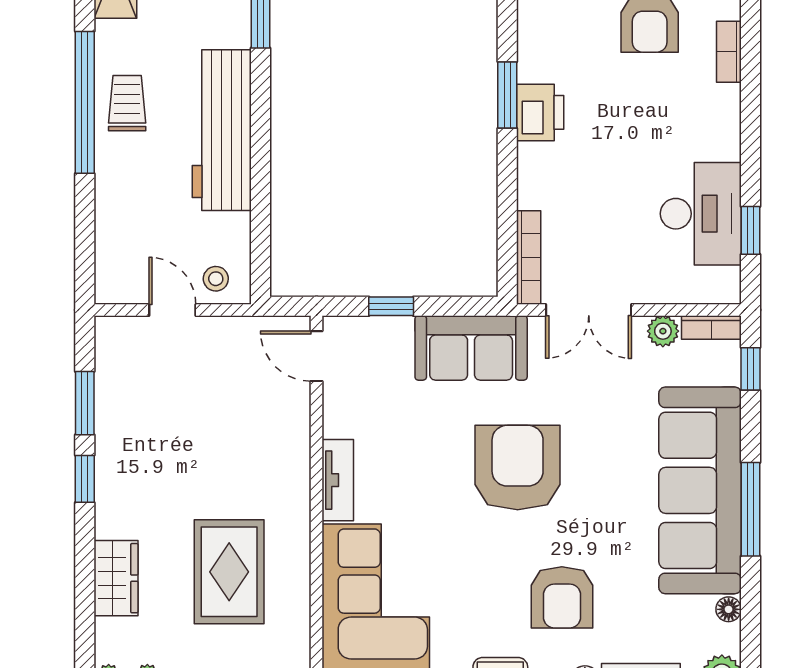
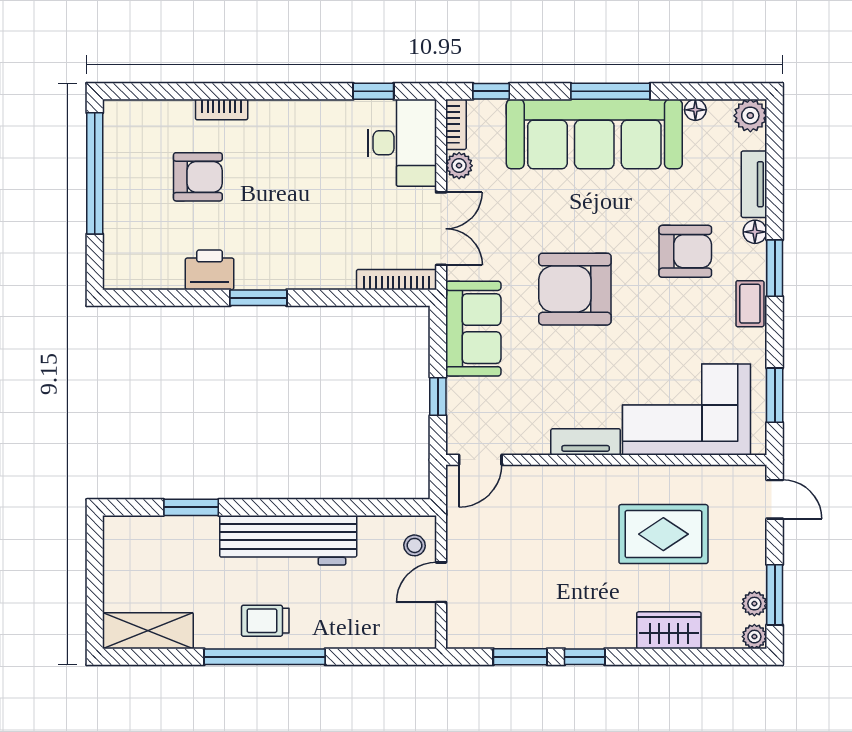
printer: (540, 112) -> (210, 270), moved
desk: (701, 214) -> (402, 143), moved, turned 90

